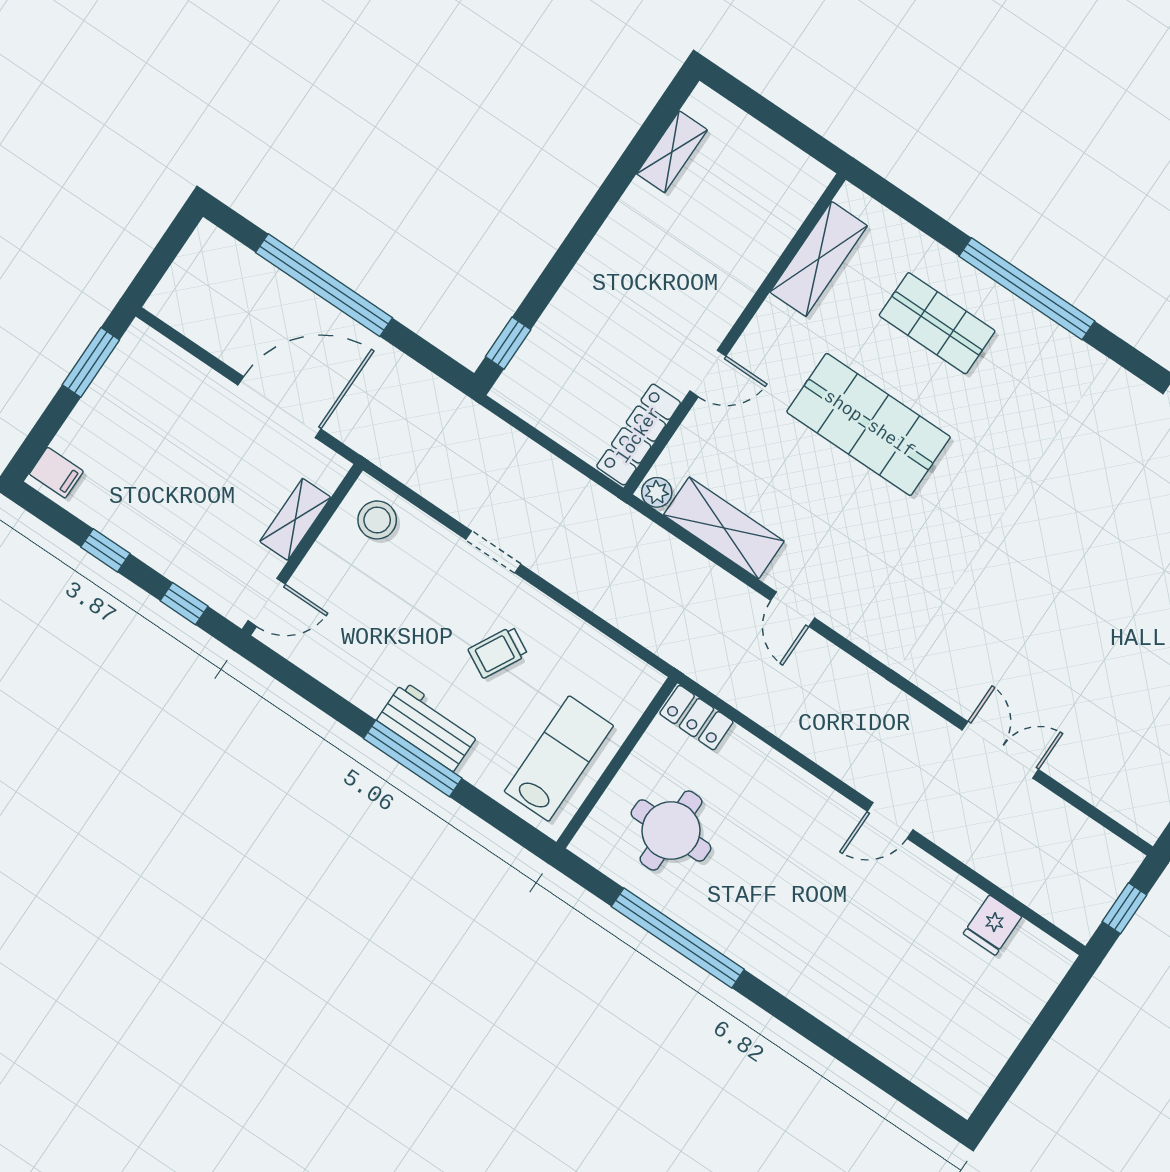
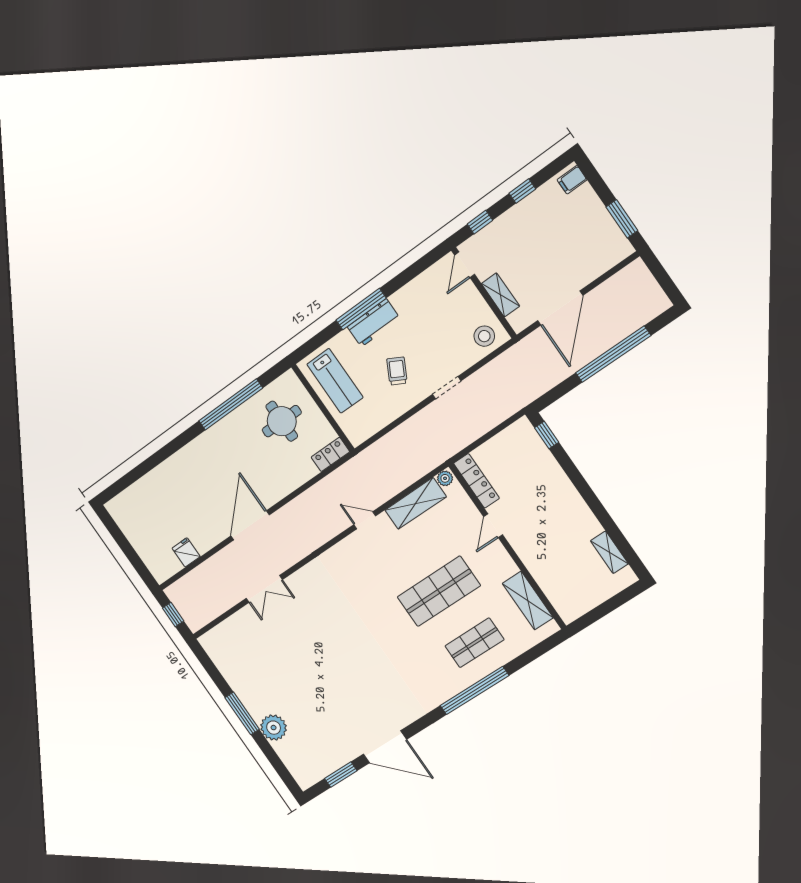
door: (890, 820) -> (250, 525), width x1.87

